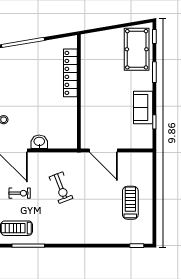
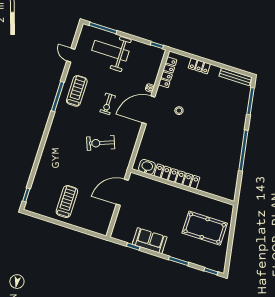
pool table: (137, 49) -> (205, 228), moved
locker: (70, 73) -> (177, 177), moved
washbasin: (39, 142) -> (147, 167), moved, turned -90
treadmill: (130, 203) -> (67, 201), turned -90

